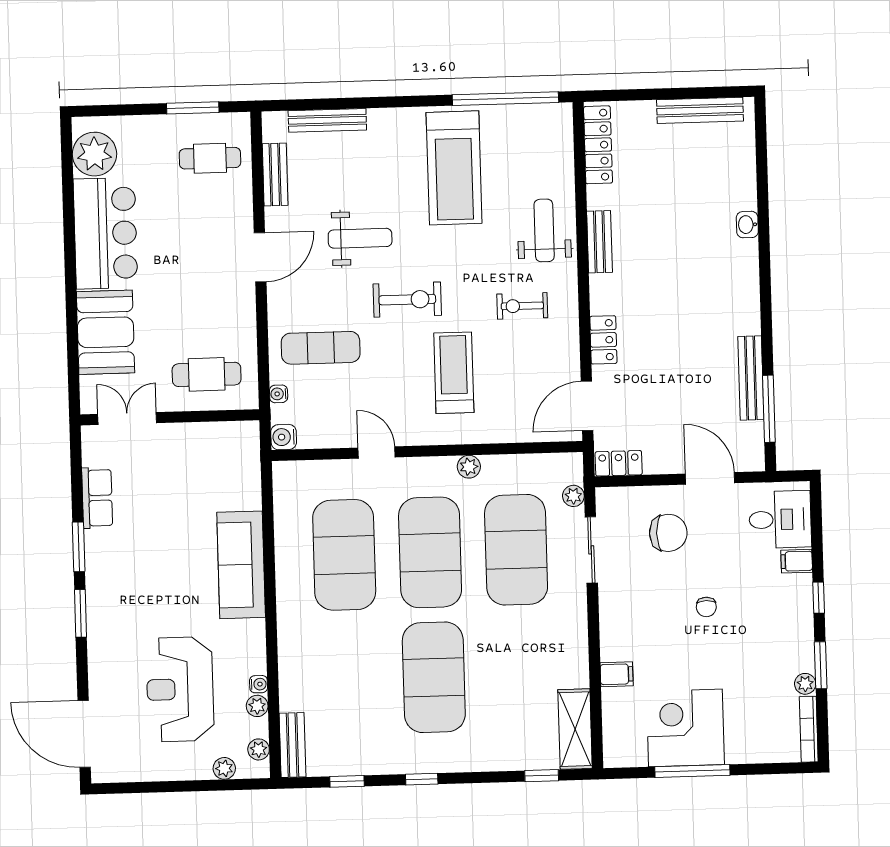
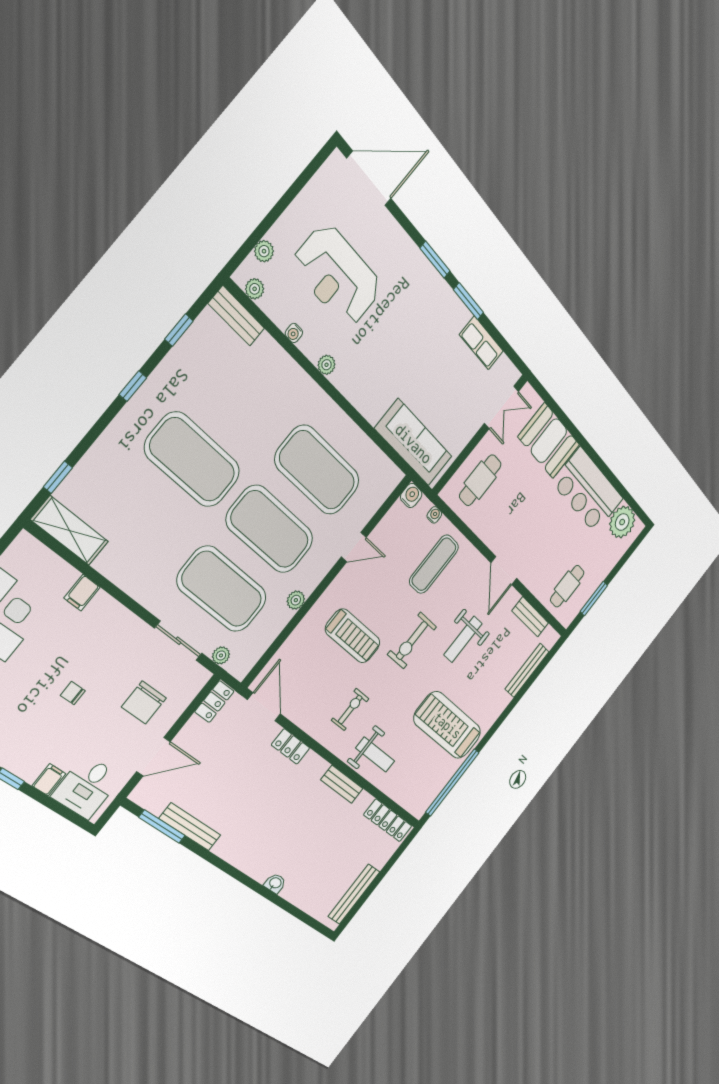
sofa: (241, 565) -> (414, 443), moved
reception desk: (180, 689) -> (337, 276), turned 180
plant: (257, 706) -> (327, 365), moved

